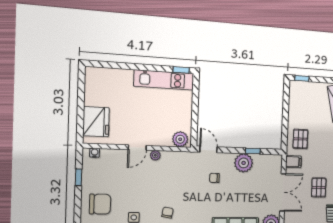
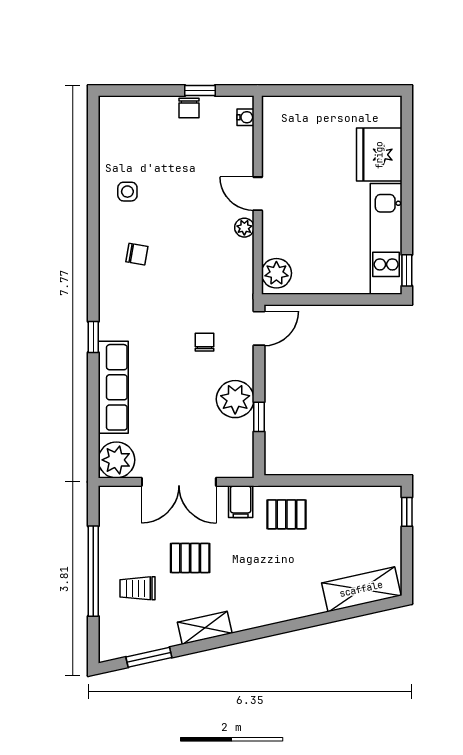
fridge: (96, 122) -> (379, 155), moved, turned 90
chair: (100, 204) -> (189, 108), moved, width x0.54, depth x0.54

